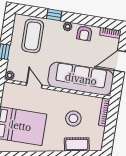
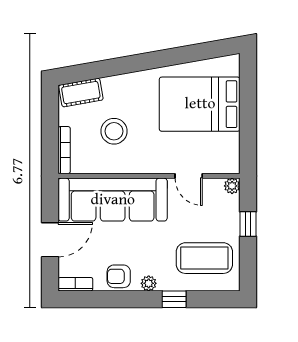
armchair: (84, 33) -> (119, 276), turned -90
coffee table: (33, 36) -> (204, 258), turned 90
cot: (77, 144) -> (81, 93), moved

